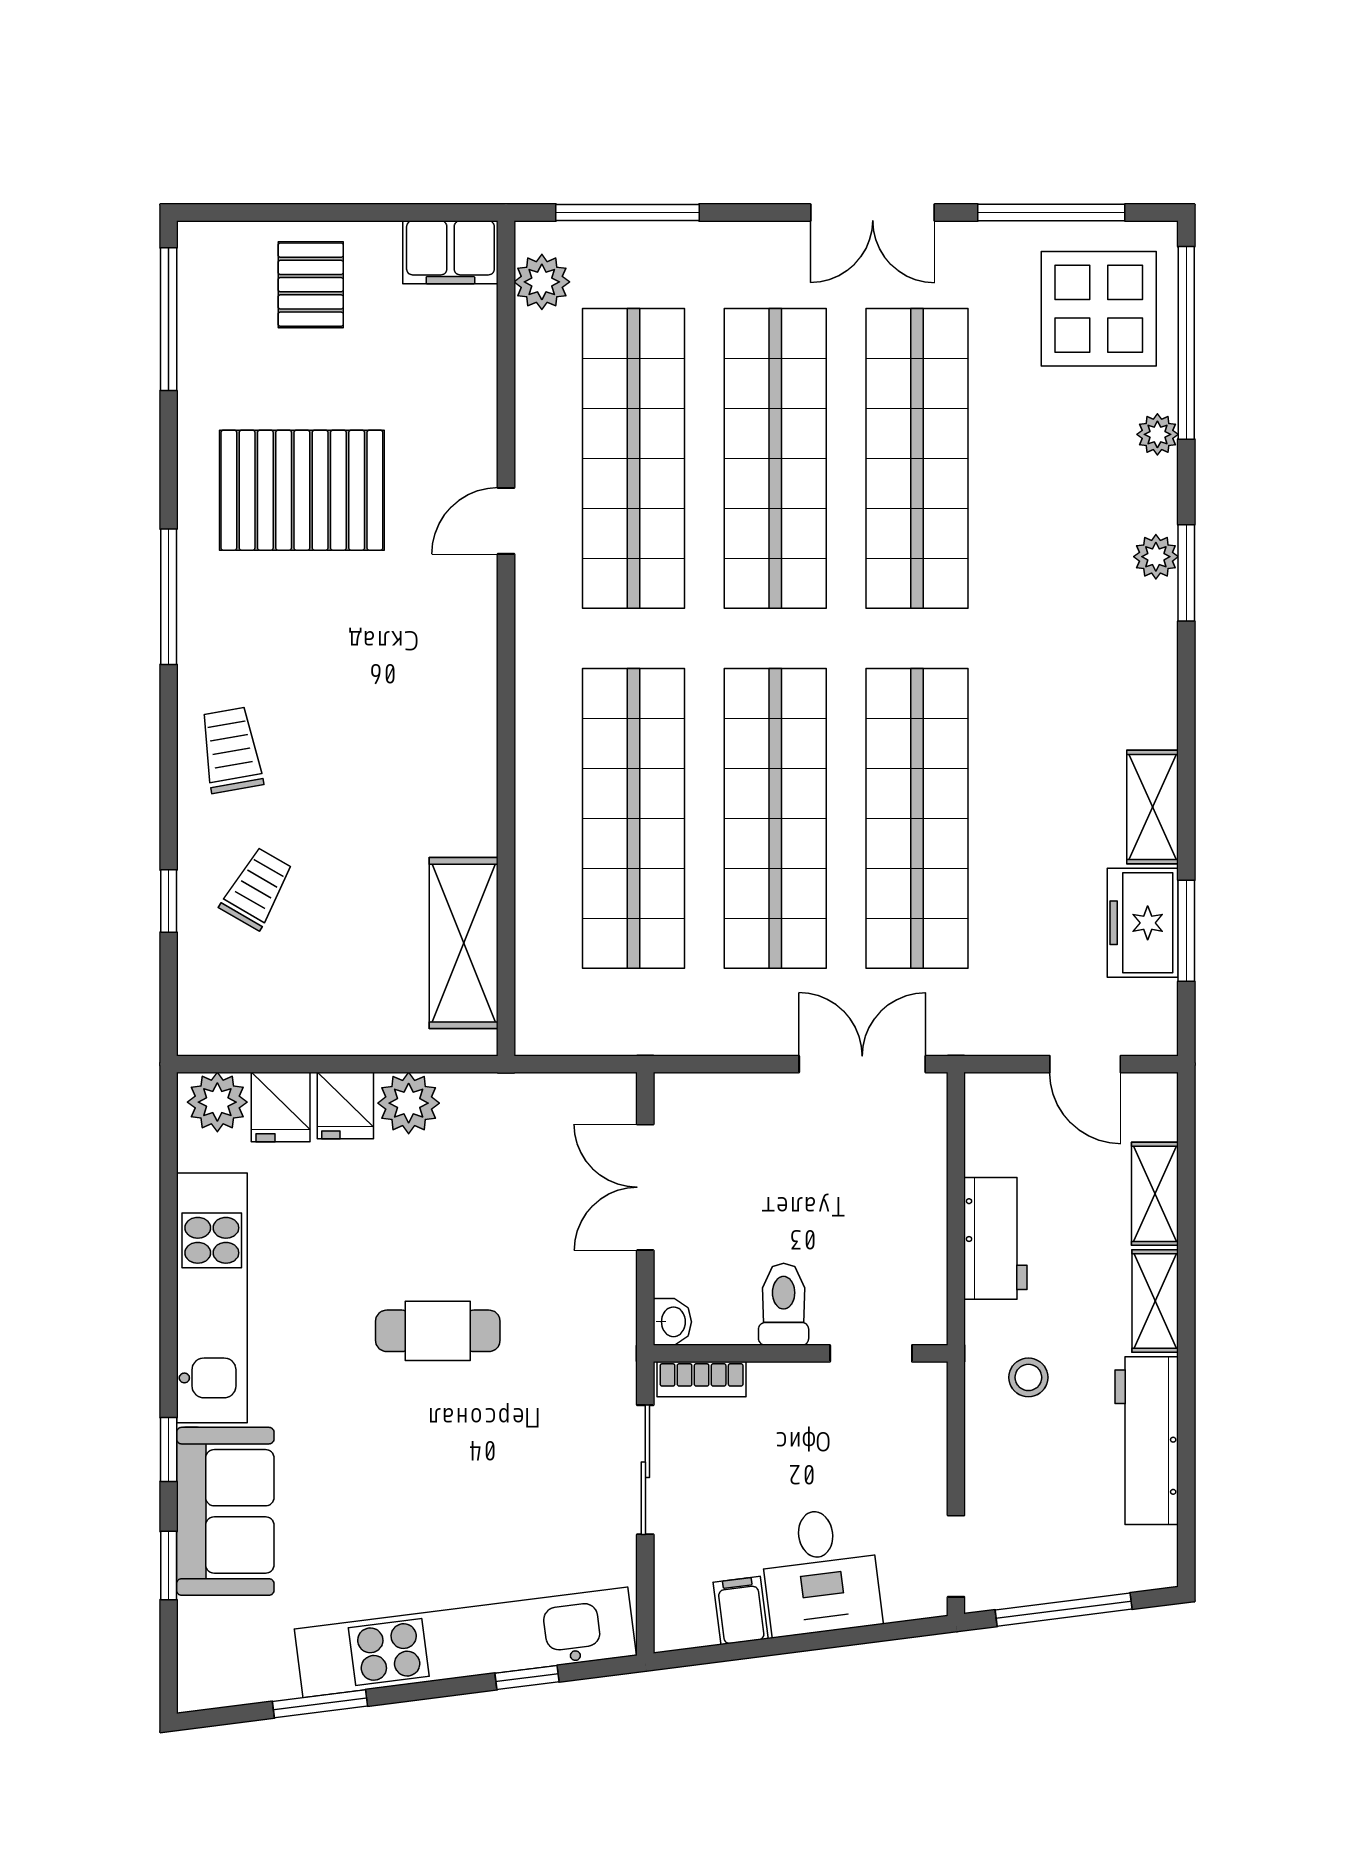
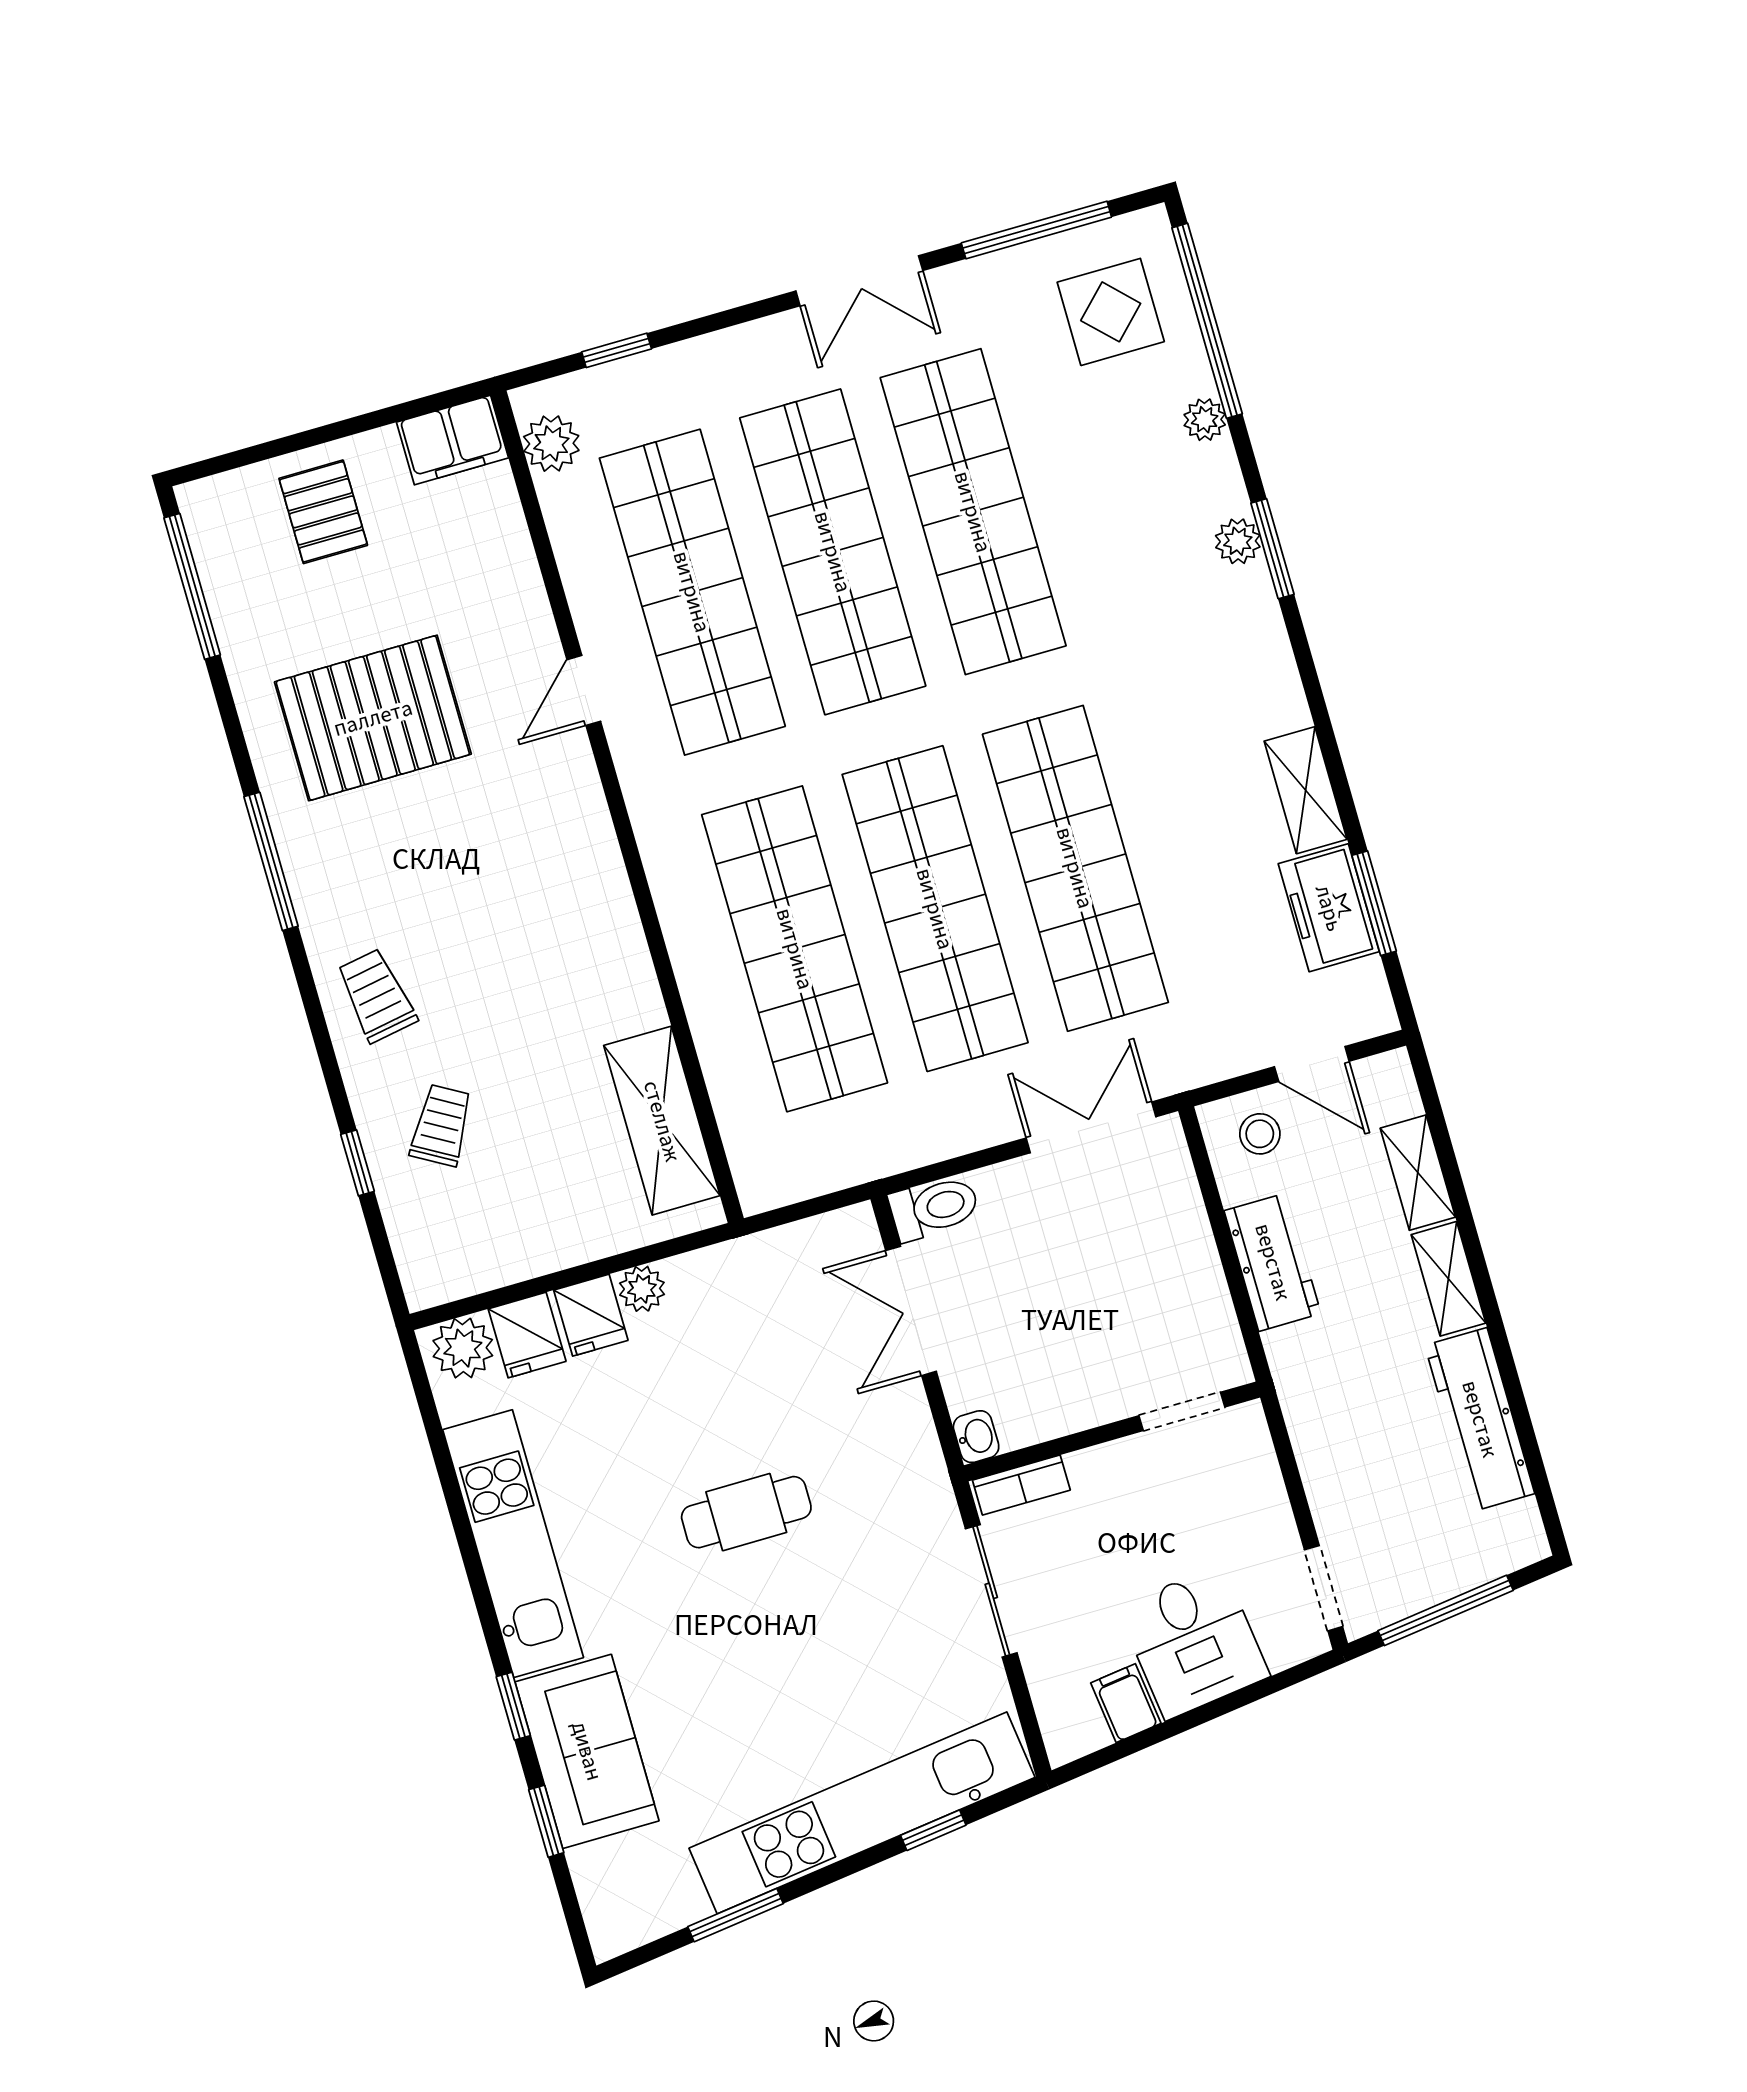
window: (628, 212) -> (617, 350), width x0.46
display table: (1099, 309) -> (1111, 312), width x0.73, depth x0.73
plant: (409, 1103) -> (642, 1289), width x0.73, depth x0.73
toilet: (784, 1304) -> (934, 1208), moved, turned 90
stool: (1028, 1377) -> (1260, 1134), moved

